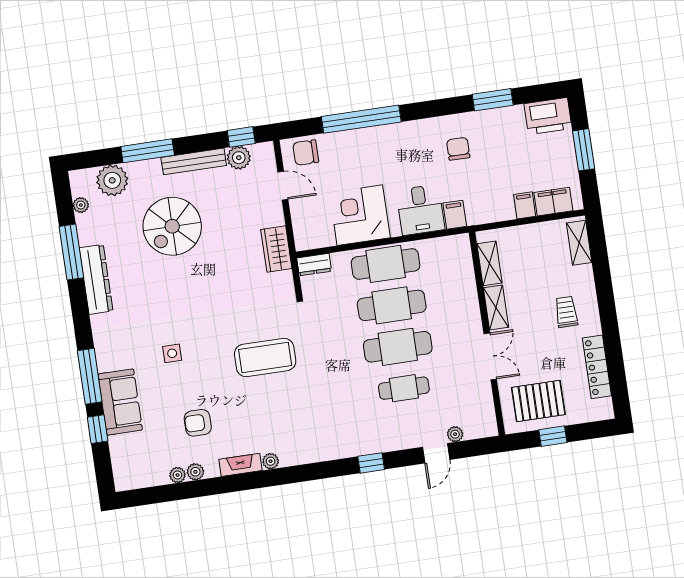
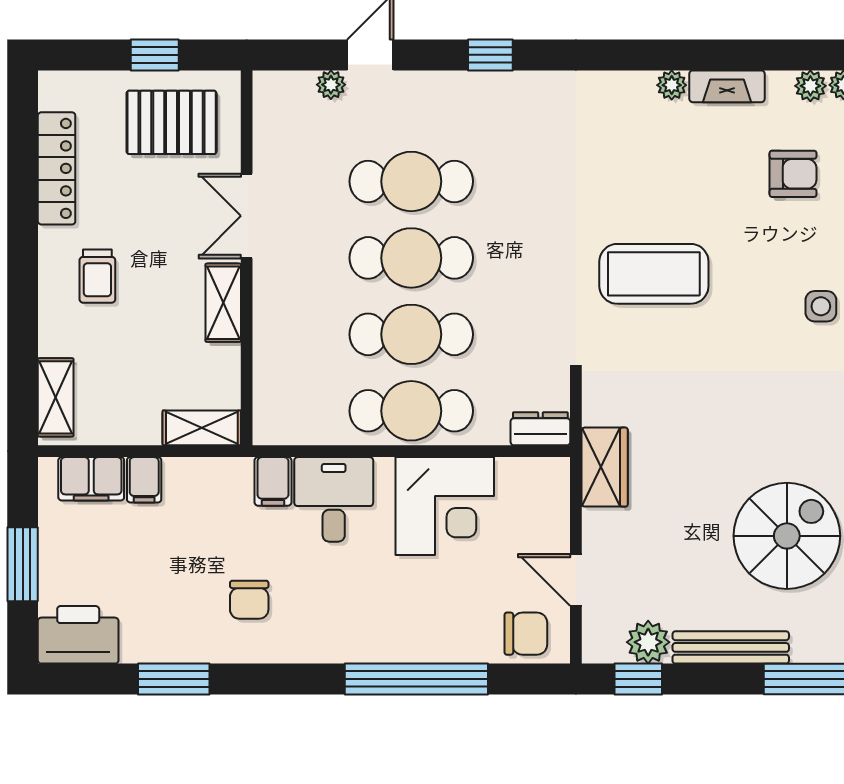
shelving: (489, 263) -> (202, 428), moved, turned 90
cafe table: (404, 388) -> (411, 181), width x1.37, depth x1.35

